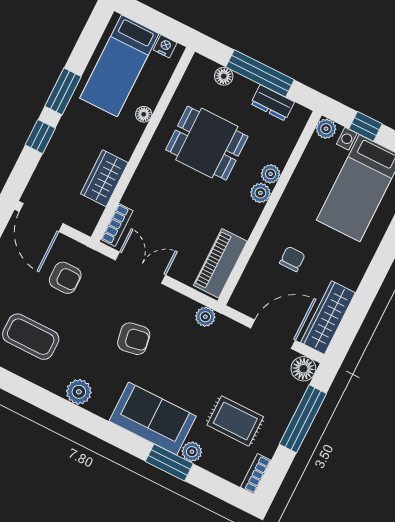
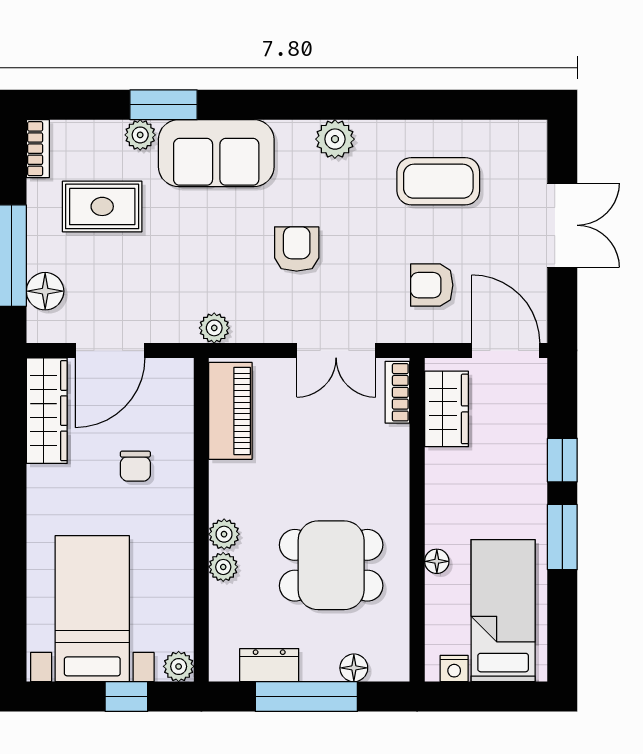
wardrobe: (104, 178) -> (446, 409), moved
armchair: (134, 339) -> (297, 249), turned 100
floor lamp: (303, 369) -> (45, 291), moved

